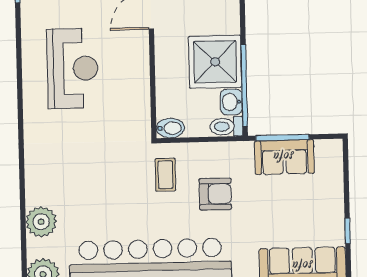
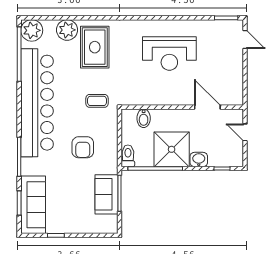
washbasin: (231, 102) -> (199, 159), moved
bidet: (170, 128) -> (144, 118), moved
coffee table: (165, 175) -> (97, 101), moved
rug: (66, 180) -> (95, 47), added

